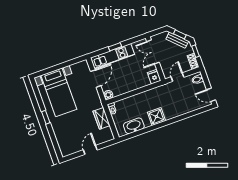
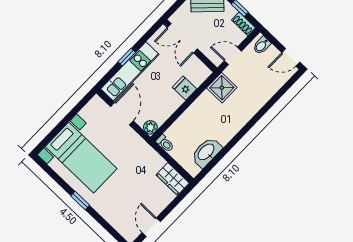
fridge: (154, 77) -> (184, 88), moved
door: (177, 77) -> (233, 56), hinge flipped
shower: (156, 117) -> (222, 88), moved
wardrobe: (102, 118) -> (173, 179), moved
door: (90, 150) -> (151, 227), moved

